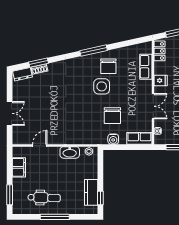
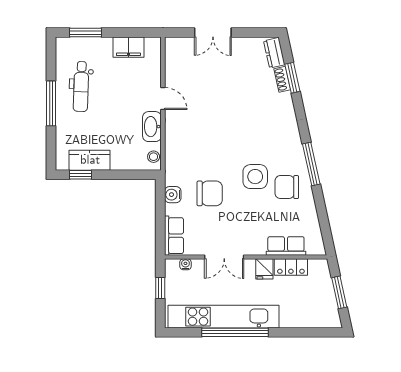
locker: (160, 51) -> (291, 267), moved
chair: (112, 116) -> (210, 193), turned 180
door: (40, 145) -> (163, 99), moved

